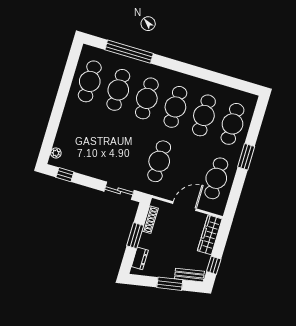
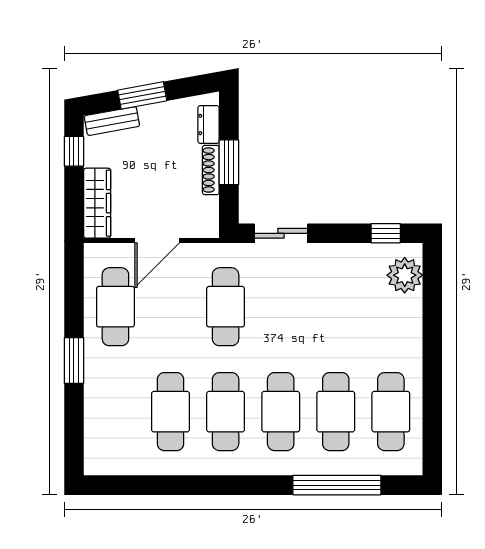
cafe table: (232, 124) -> (115, 412), removed
plant: (56, 153) -> (405, 275), width x1.87, depth x1.87
shoe rack: (150, 220) -> (211, 170), moved

